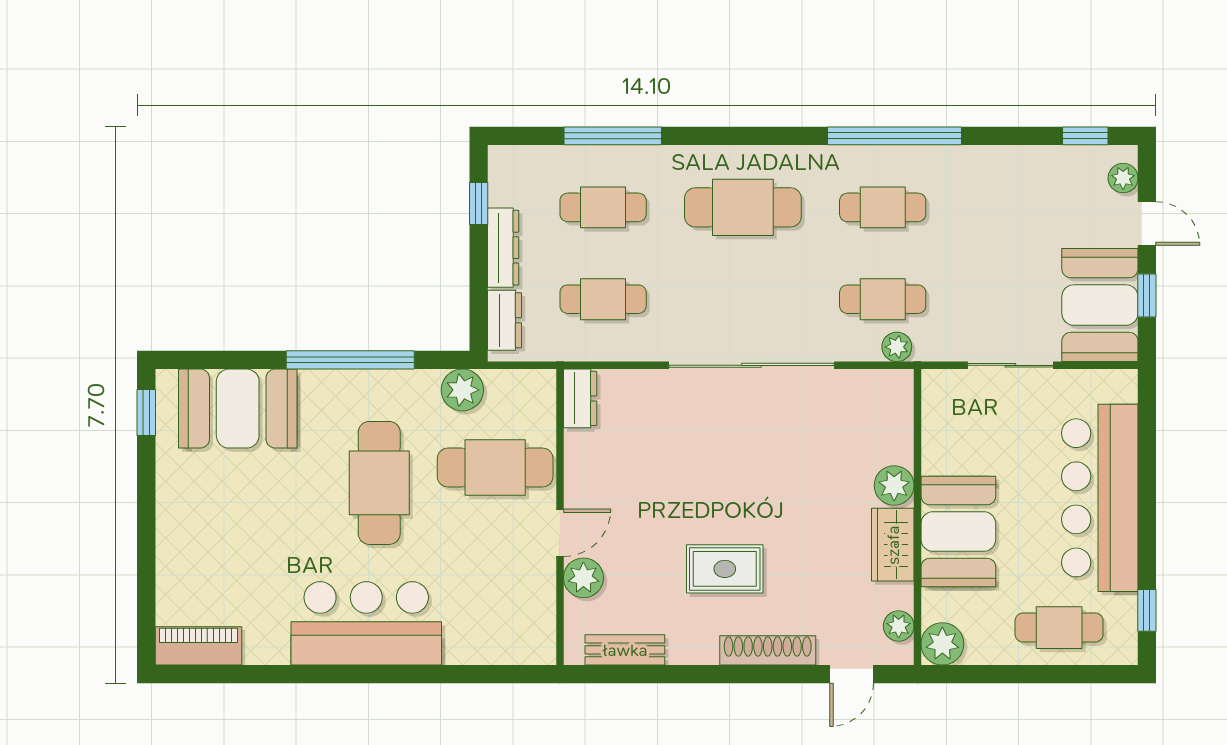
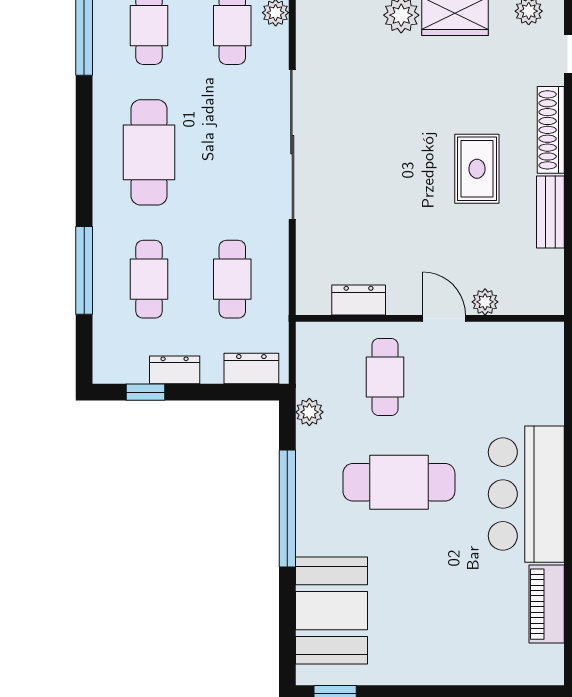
dresser: (503, 248) -> (175, 370), width x0.70
plant: (462, 390) -> (309, 412), width x0.73, depth x0.73
dresser: (580, 398) -> (359, 300), moved
cafe table: (495, 468) -> (385, 377), width x0.73, depth x0.74
plant: (583, 578) -> (485, 302), width x0.73, depth x0.73
piano: (198, 646) -> (547, 604), moved
bench: (625, 650) -> (550, 212), moved

